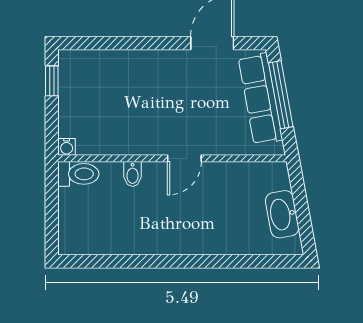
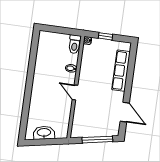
window: (52, 81) -> (105, 36), moved
row of seats: (260, 99) -> (121, 71), moved, turned -80

